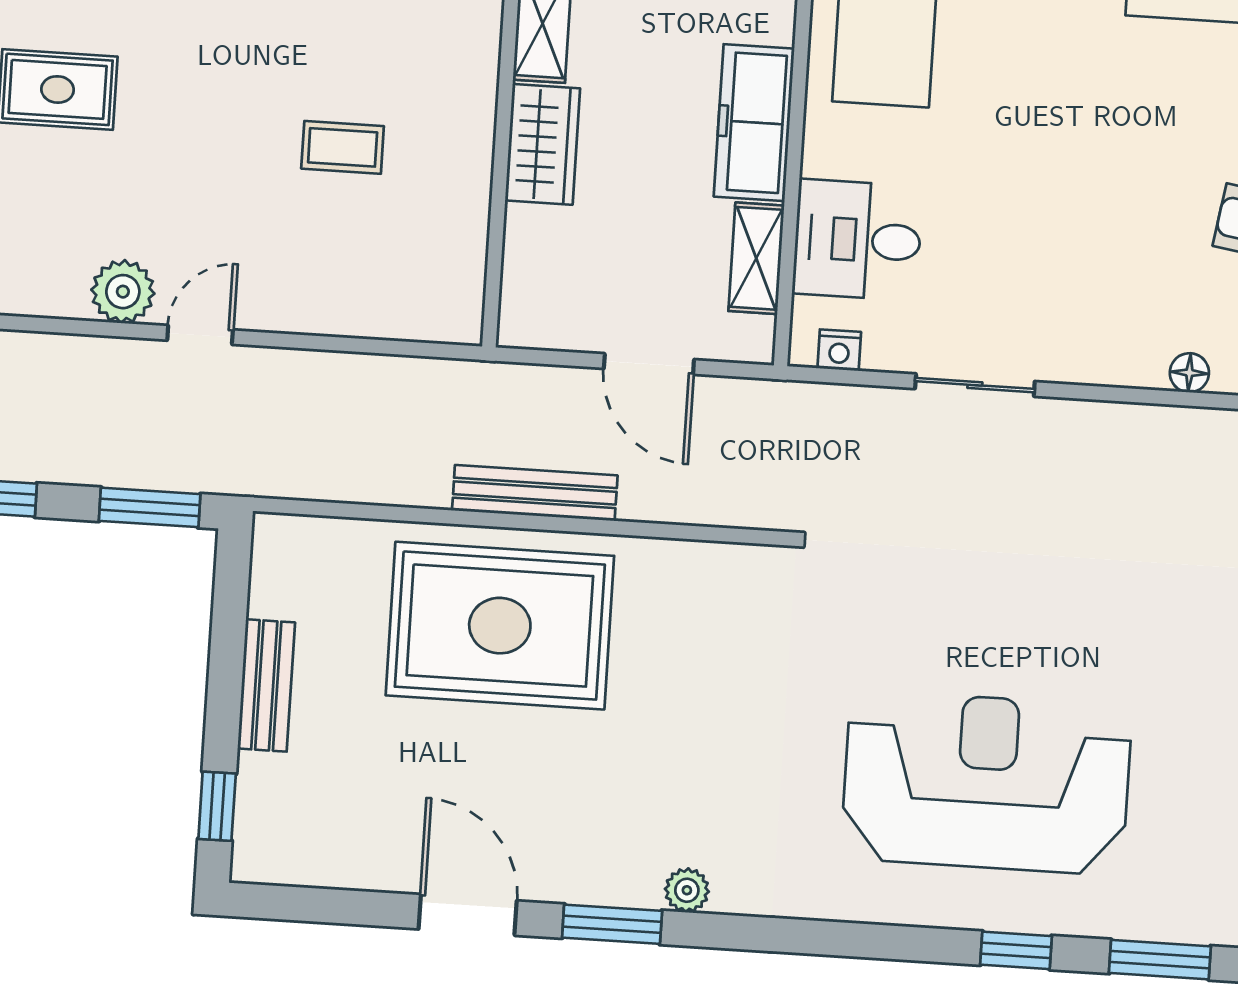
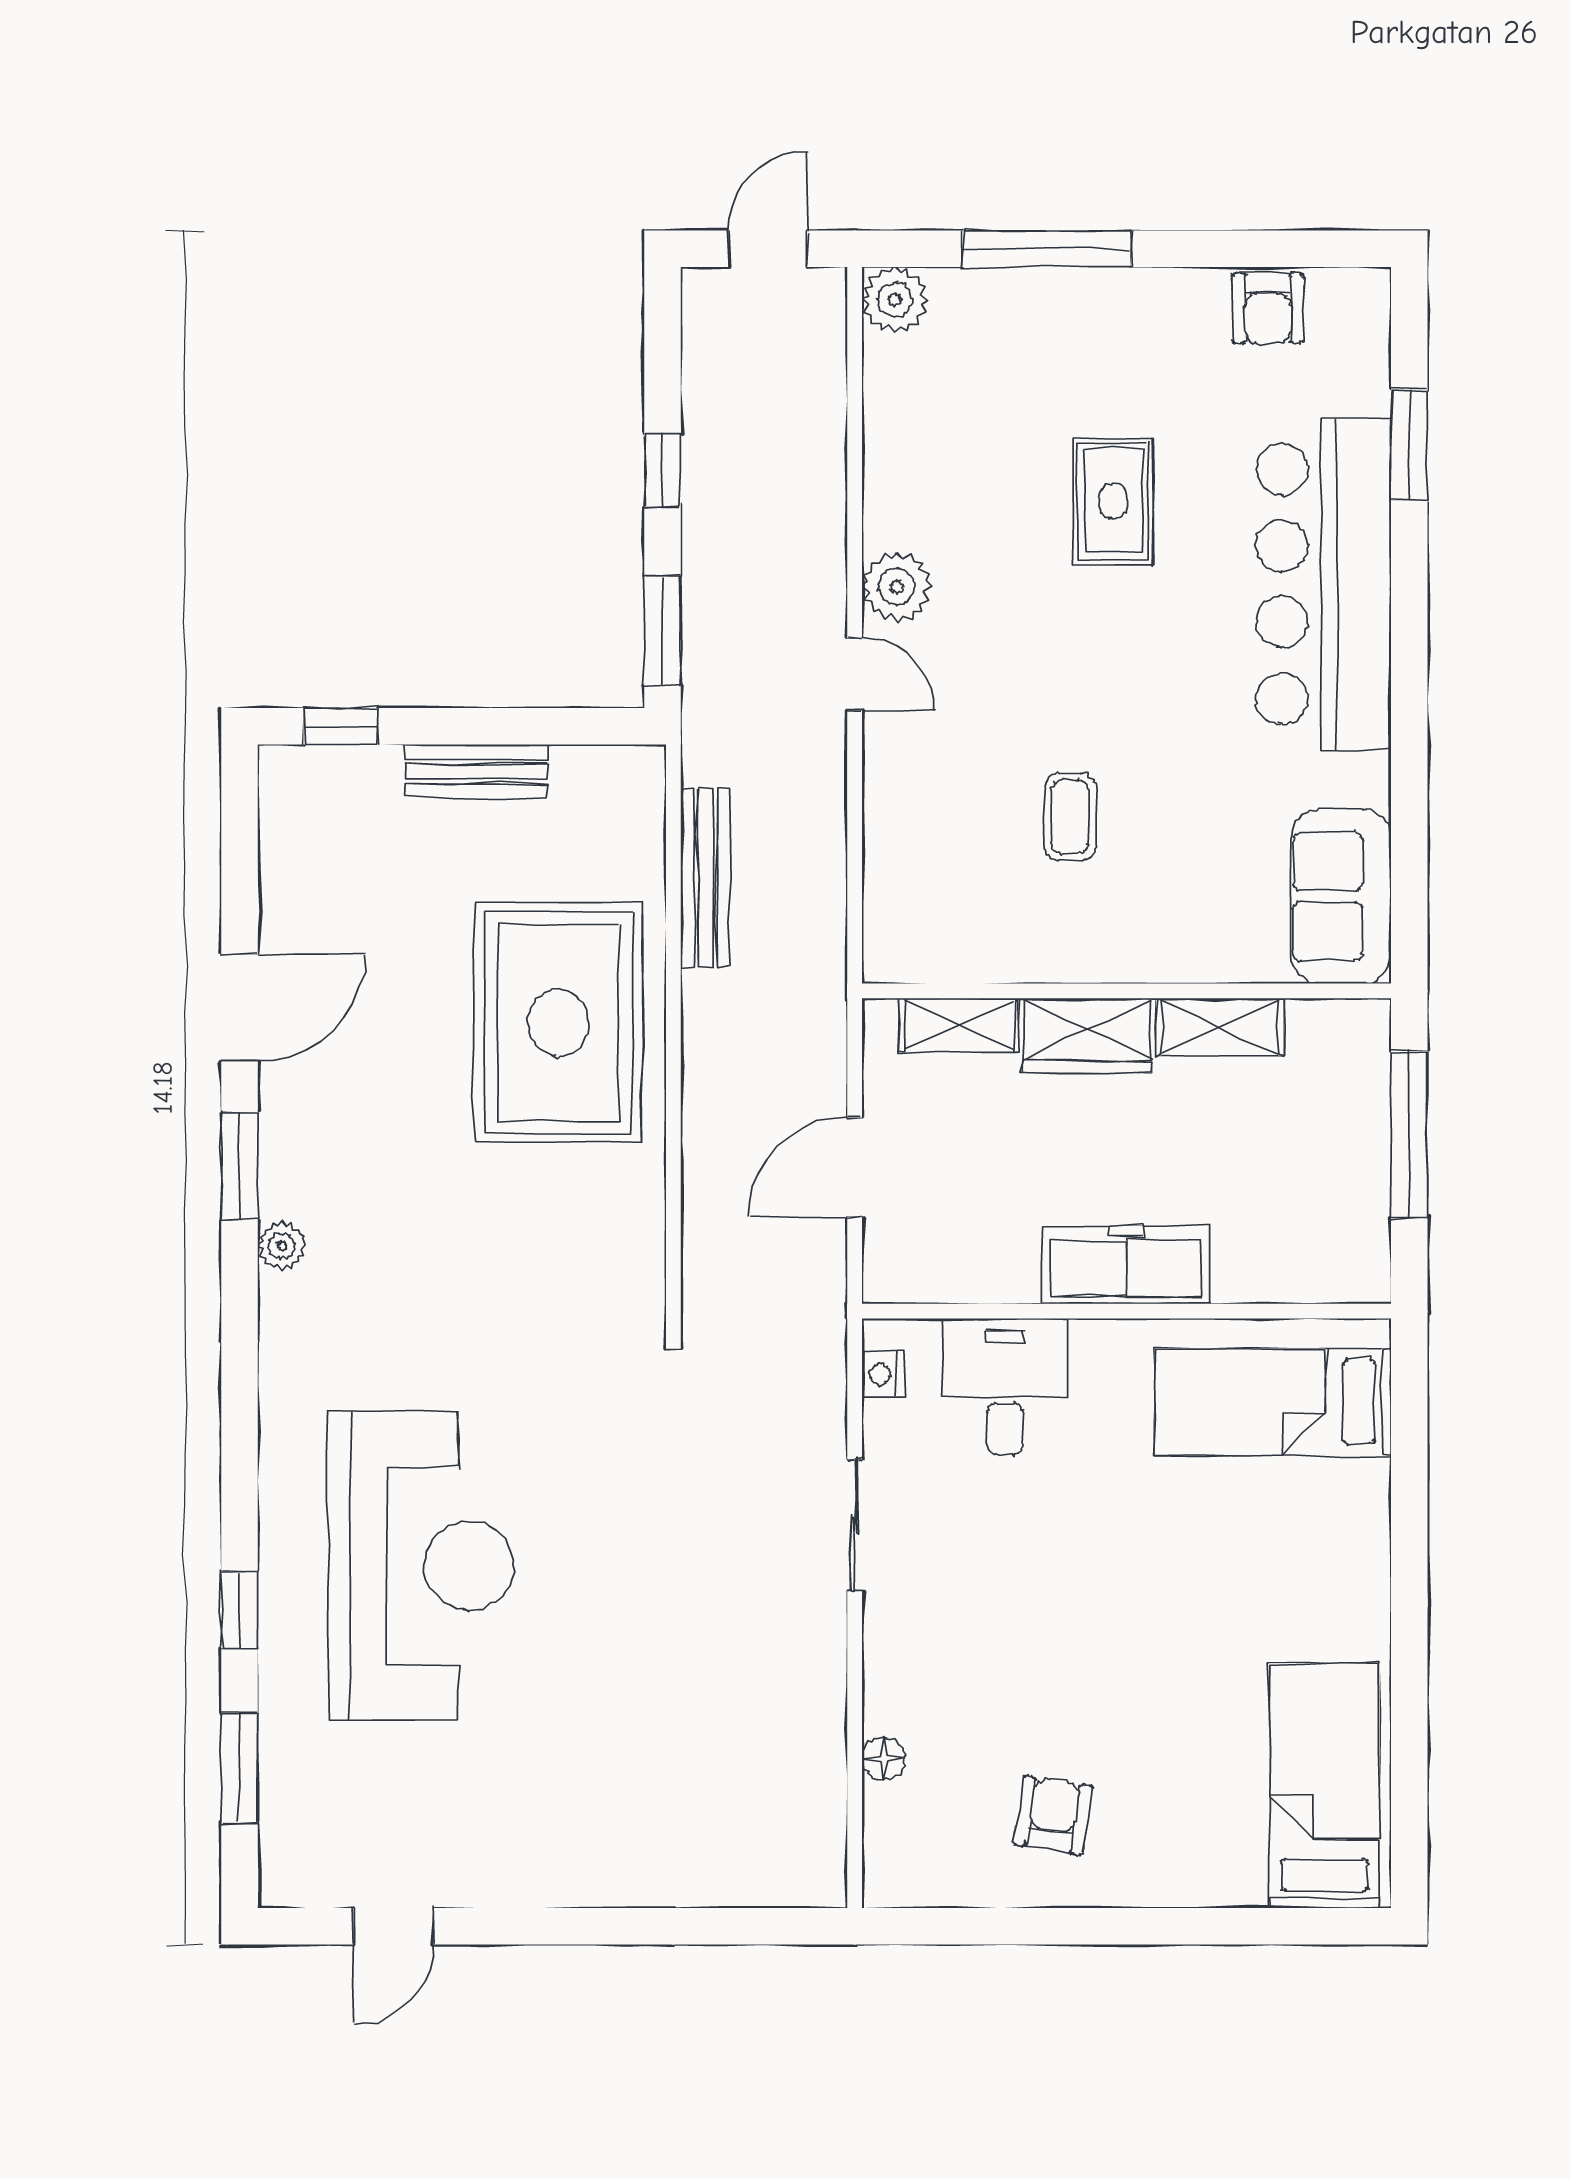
shelving: (756, 258) -> (959, 1025), moved
bench: (535, 493) -> (706, 878), moved

